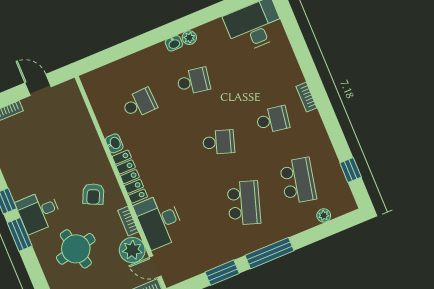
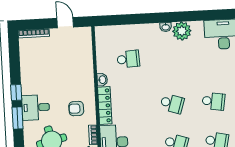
plant: (189, 38) -> (182, 31), width x1.87, depth x1.87
school desk: (193, 81) -> (170, 57), removed
armchair: (93, 194) -> (76, 109), turned 65

